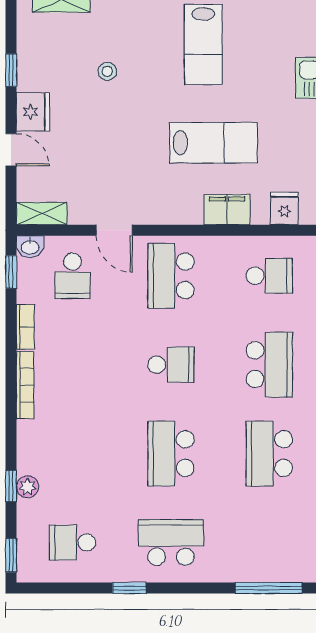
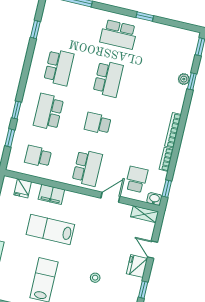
door: (114, 230) -> (110, 197), hinge flipped
school desk: (73, 542) -> (168, 46), removed

